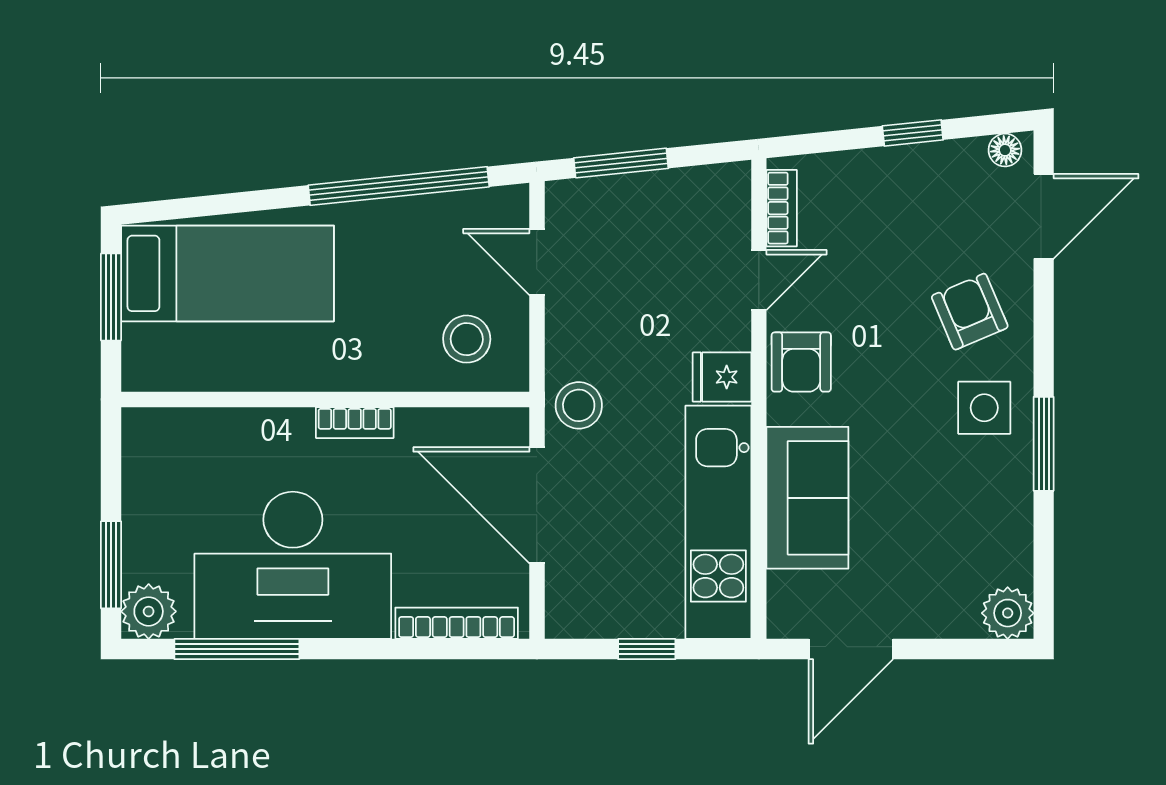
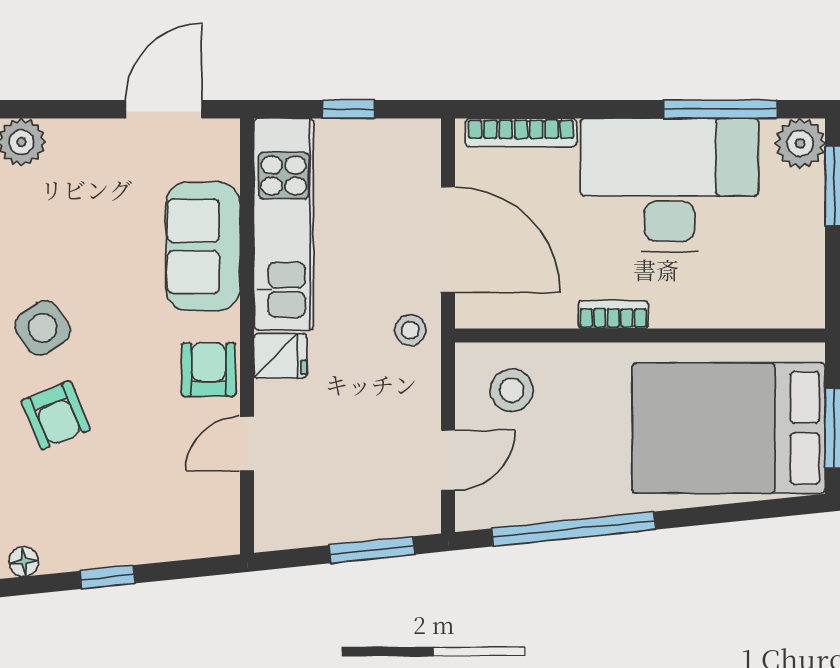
bookcase: (782, 208) -> (226, 509), removed
door: (537, 262) -> (448, 460), hinge flipped
bed: (227, 273) -> (729, 428), width x1.50
stool: (579, 405) -> (410, 330), width x0.73, depth x0.73
side table: (984, 408) -> (43, 328), turned -35

